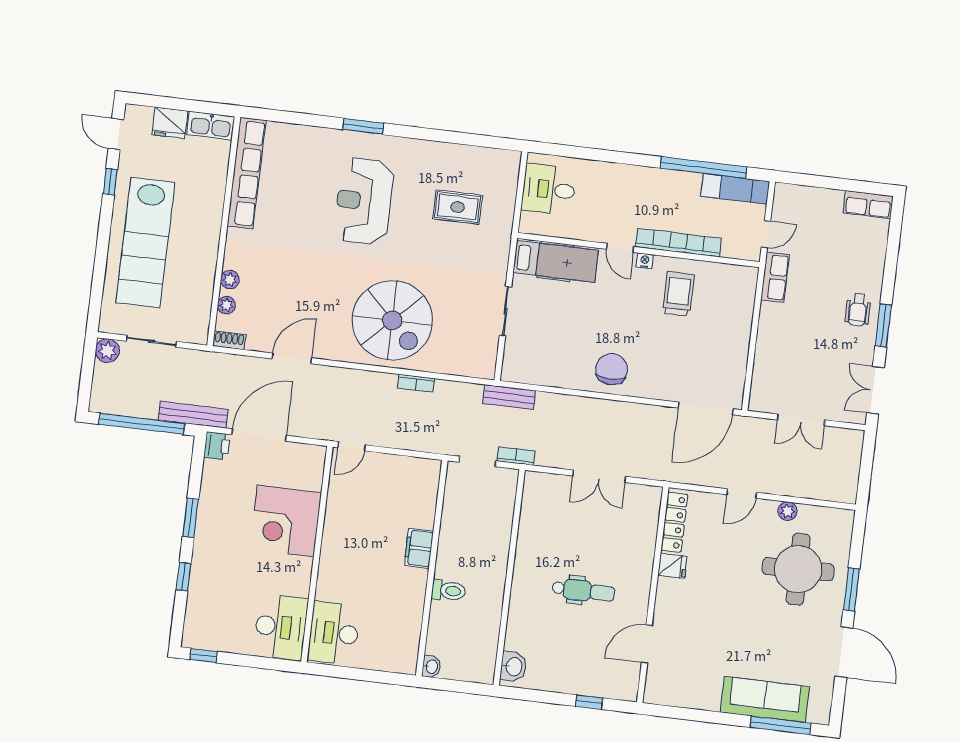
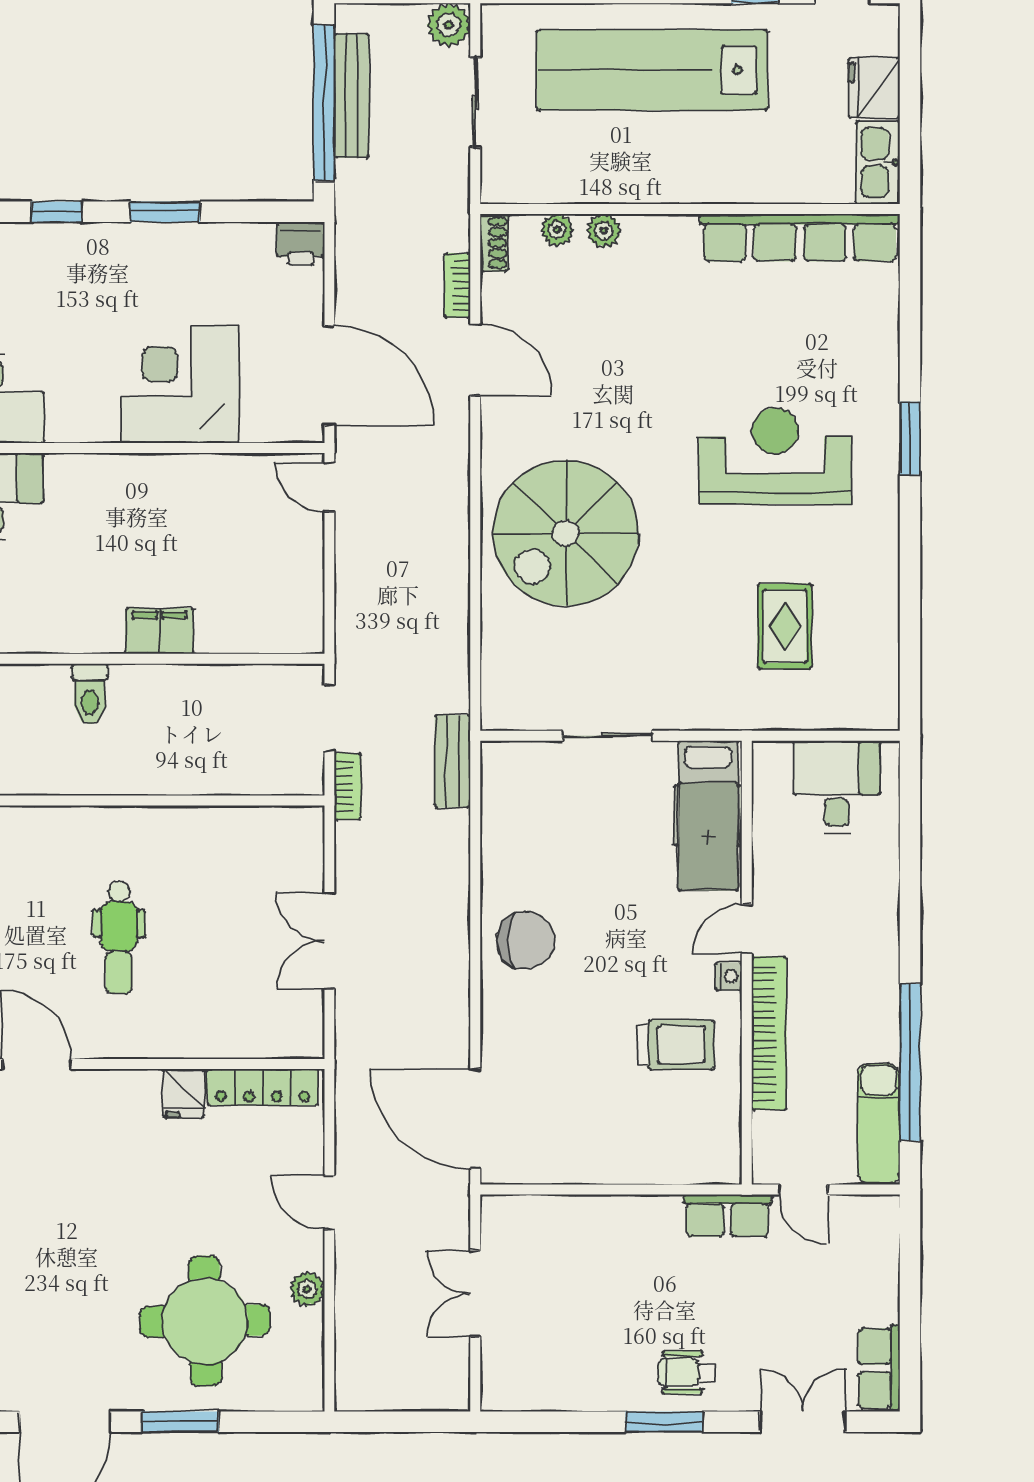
bookcase: (416, 383) -> (457, 286), moved
double door: (876, 390) -> (803, 1422), moved
bench: (193, 415) -> (352, 96), moved
door: (259, 435) -> (329, 376), moved

